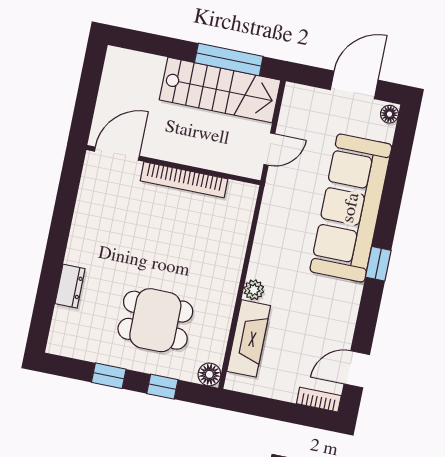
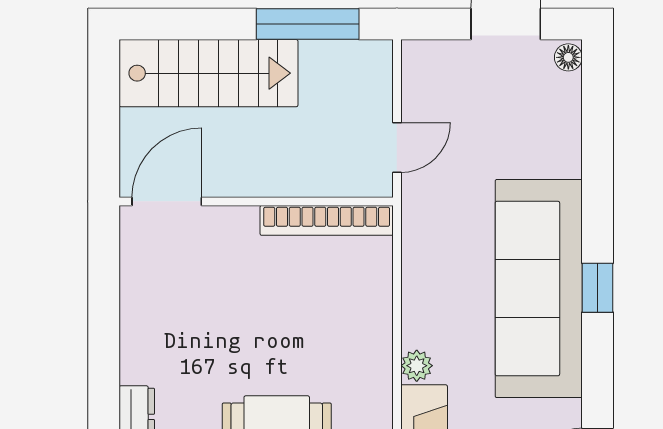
stairs: (220, 90) -> (209, 73), moved
bookcase: (184, 180) -> (327, 220), moved
sofa: (351, 208) -> (539, 289), moved

